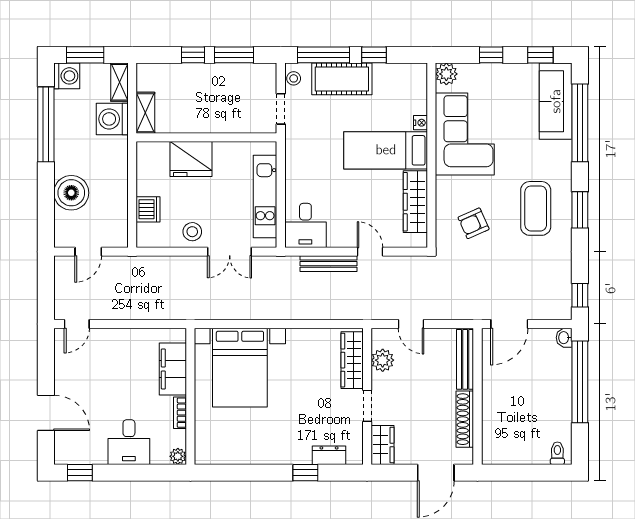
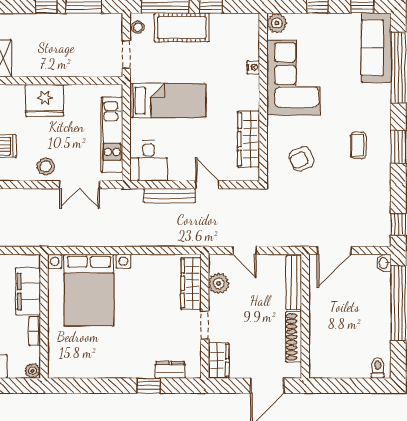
bed: (386, 150) -> (168, 100), moved, turned 180
coffee table: (536, 208) -> (358, 145), width x0.54, depth x0.58

